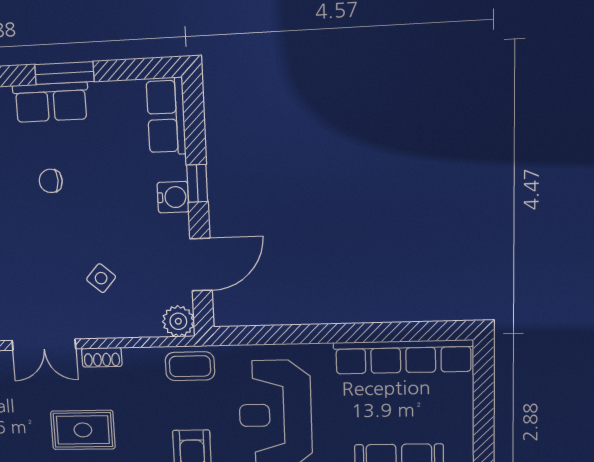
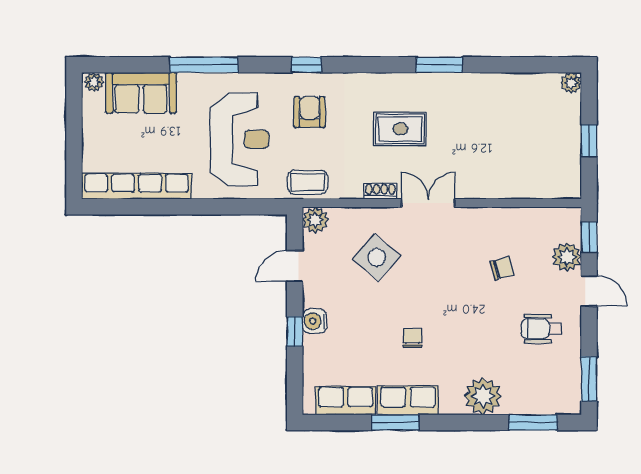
row of seats: (166, 116) -> (346, 401), moved, turned -90
chair: (51, 181) -> (413, 338), turned -90
door: (201, 265) -> (295, 266), width x0.73
side table: (101, 278) -> (377, 257), width x1.87, depth x1.87

